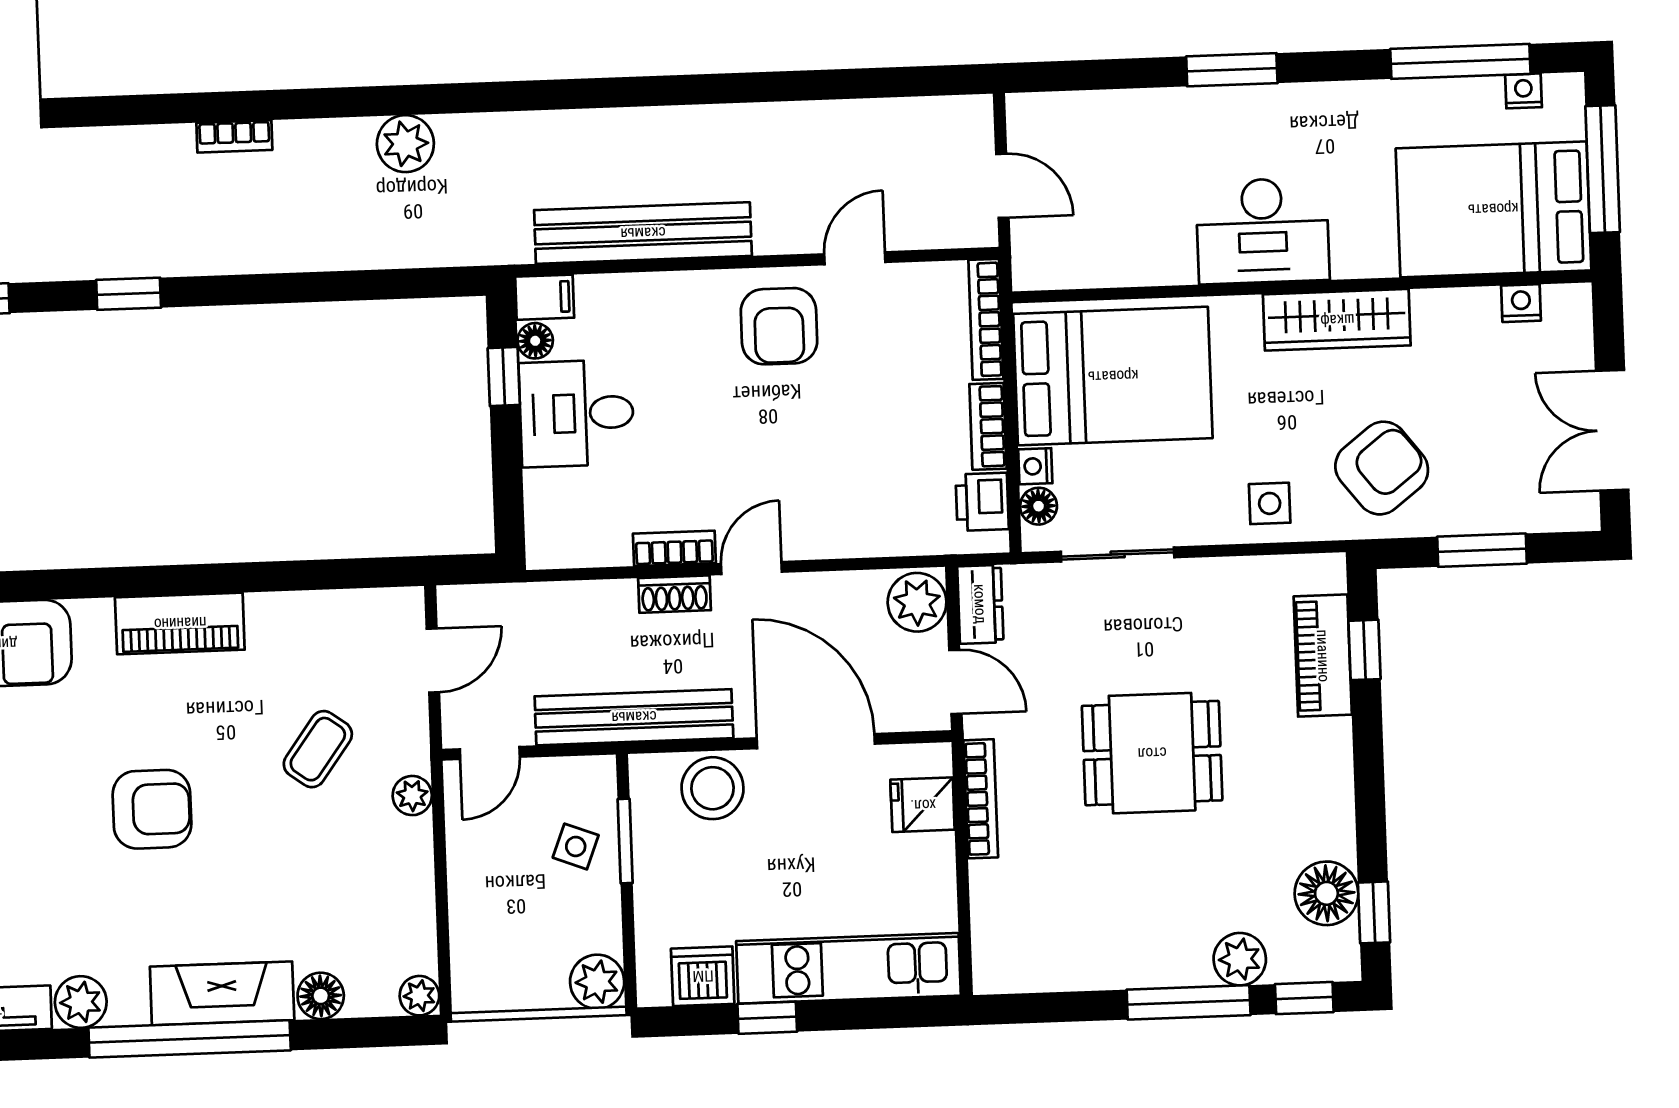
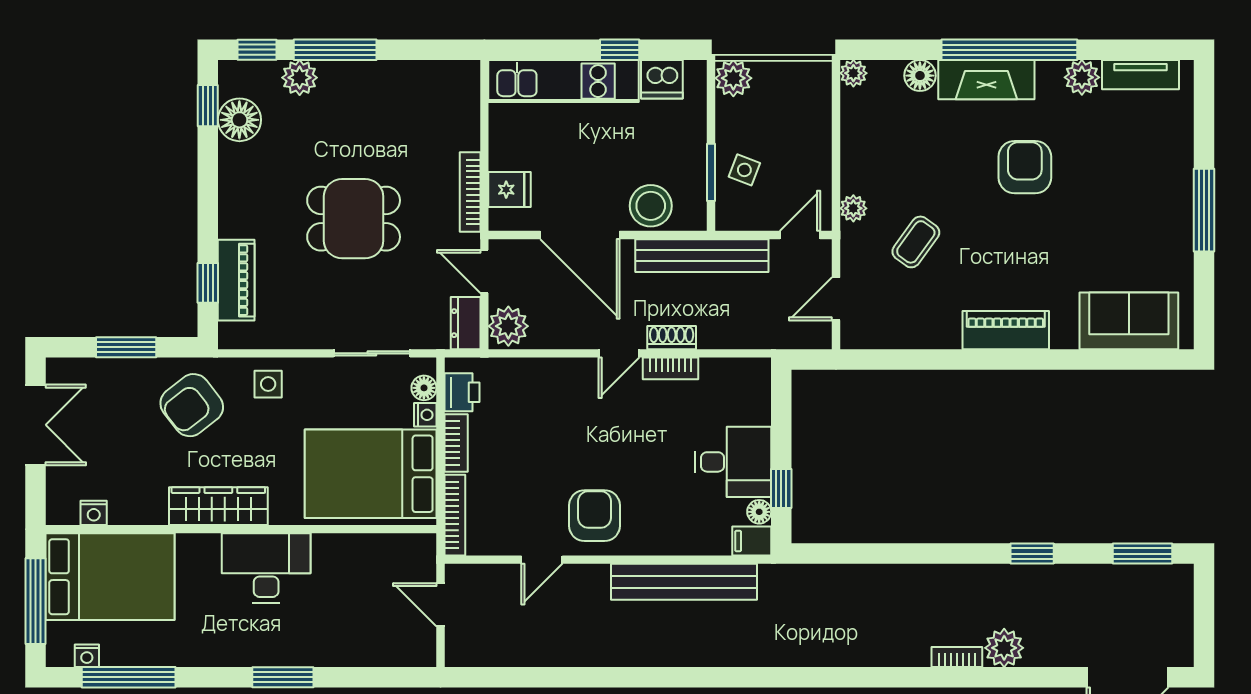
plant: (405, 144) -> (1004, 648), moved
armchair: (152, 809) -> (1025, 167), moved, turned 90

